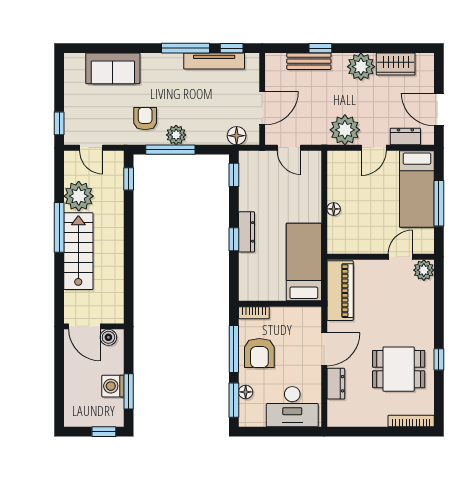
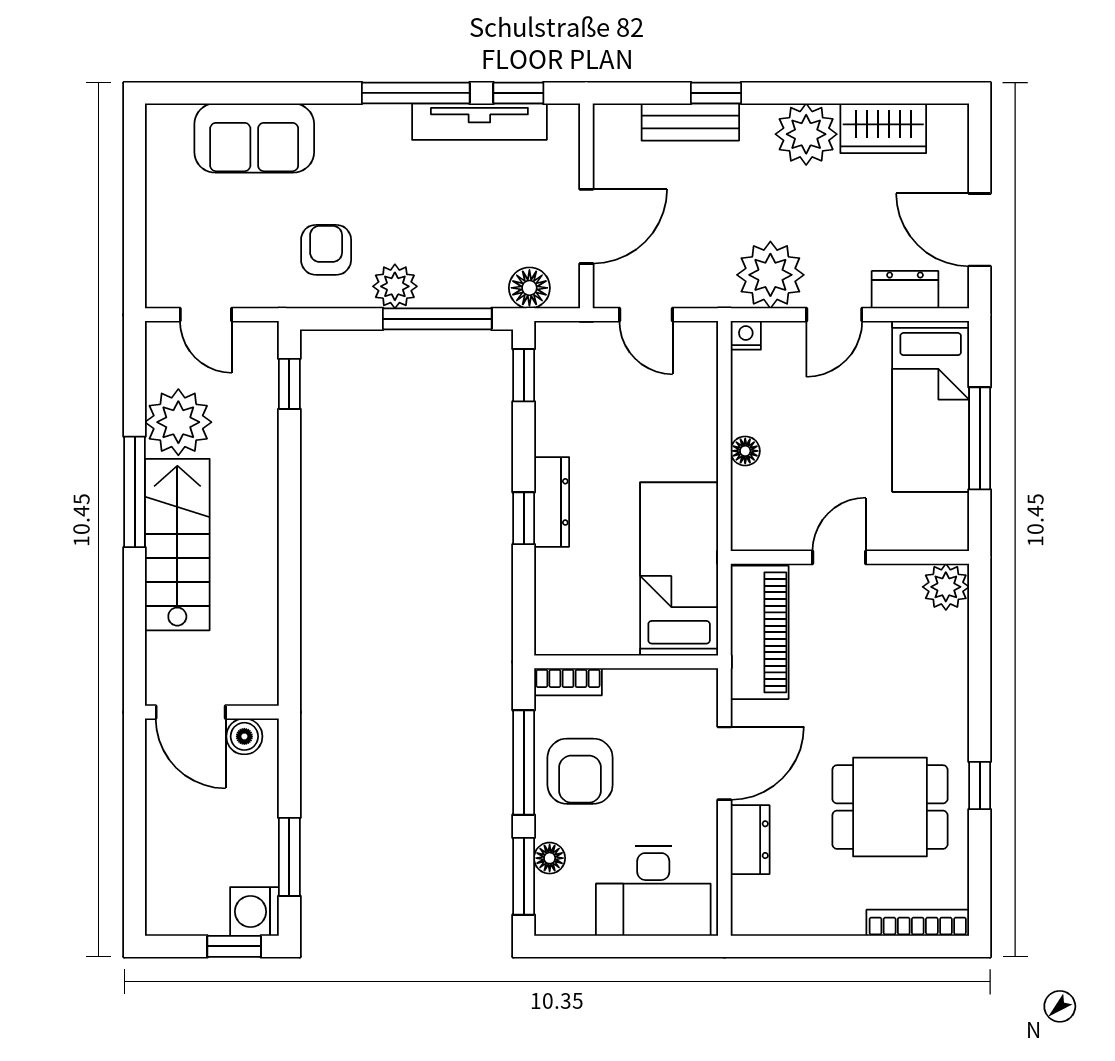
window: (59, 123) -> (135, 261), removed
window: (170, 150) -> (437, 319), moved
nightstand: (334, 157) -> (746, 335), added
door: (400, 257) -> (839, 557), moved
washing machine: (113, 386) -> (254, 912), moved

